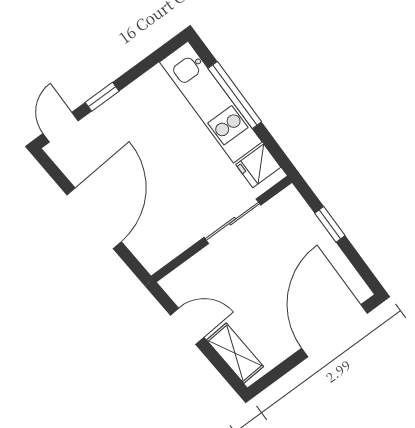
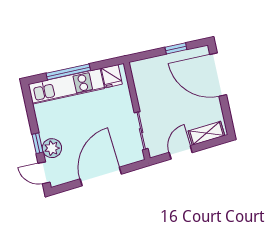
plant: (105, 122) -> (52, 148), added
door: (94, 218) -> (101, 176), hinge flipped
sliding door: (232, 221) -> (141, 131), moved
window: (330, 224) -> (176, 48), moved

